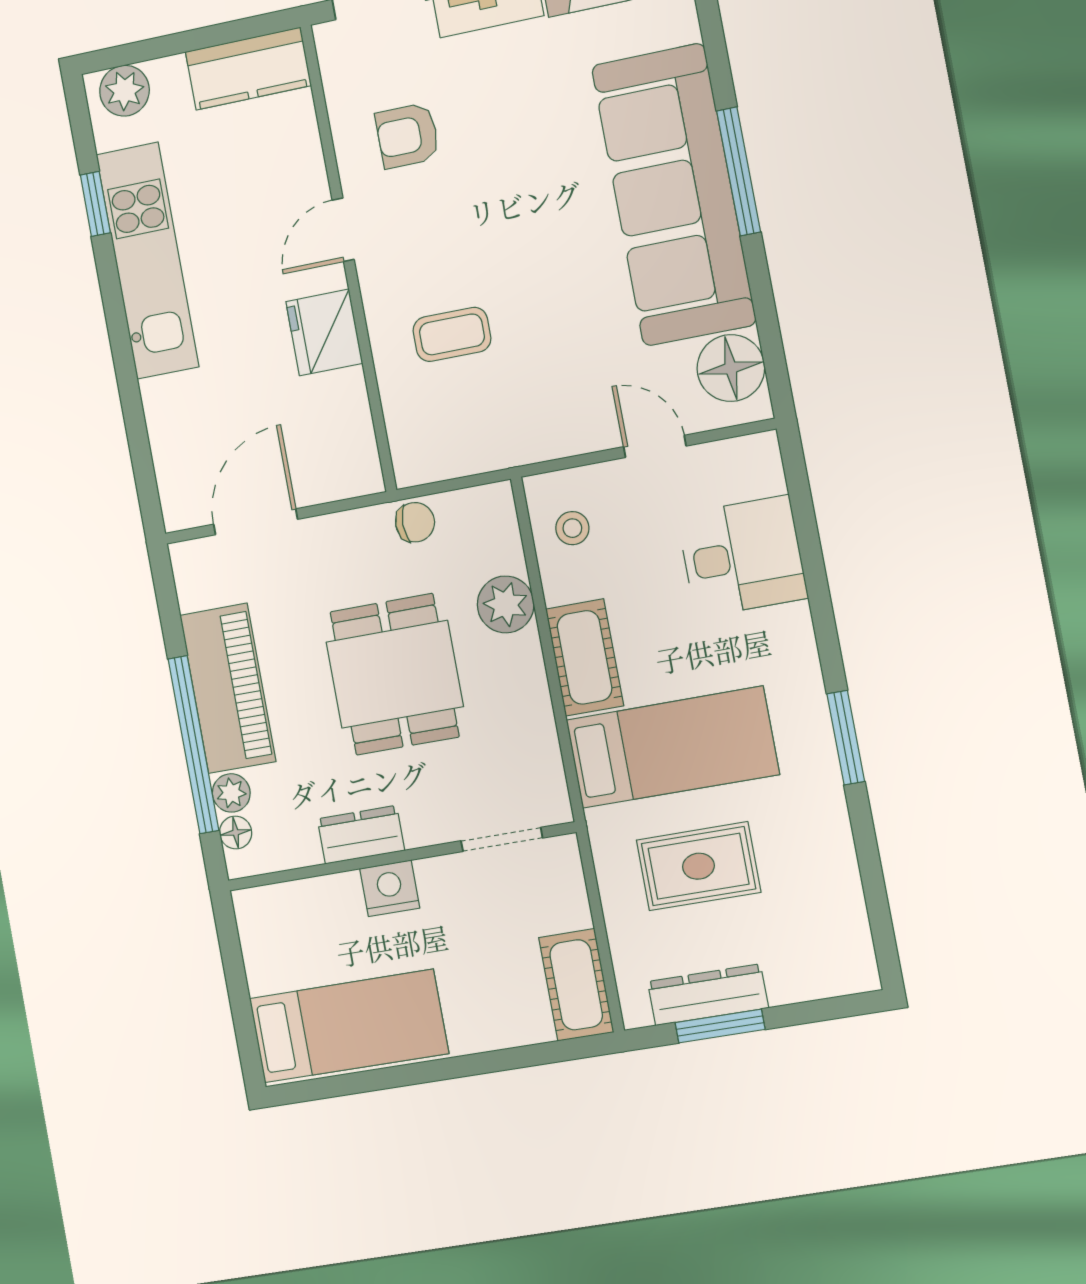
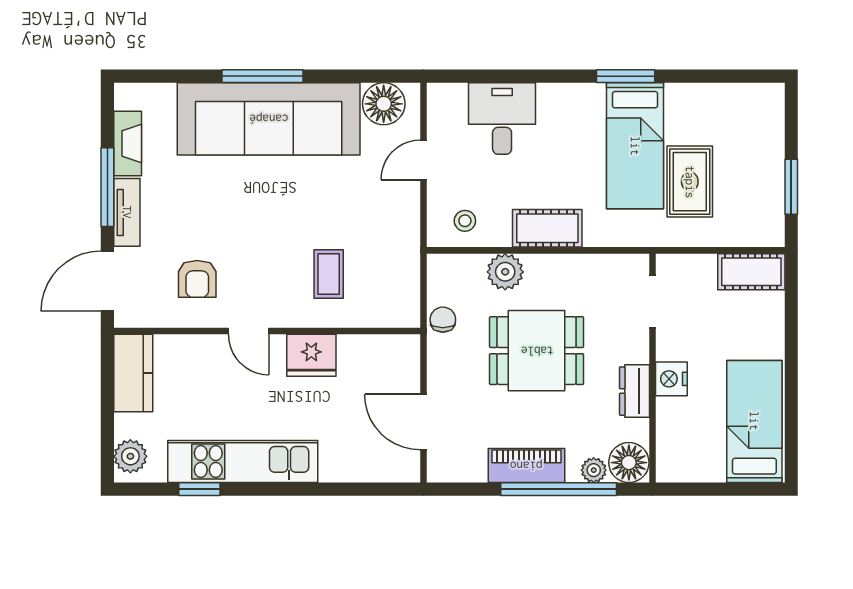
piano: (228, 688) -> (526, 466), width x0.73, depth x0.75
bed: (672, 747) -> (635, 146), moved, turned 180
floor lamp: (236, 833) -> (629, 463), width x1.89, depth x1.89
dresser: (708, 995) -> (771, 191), removed

